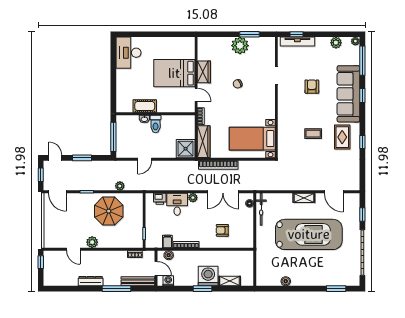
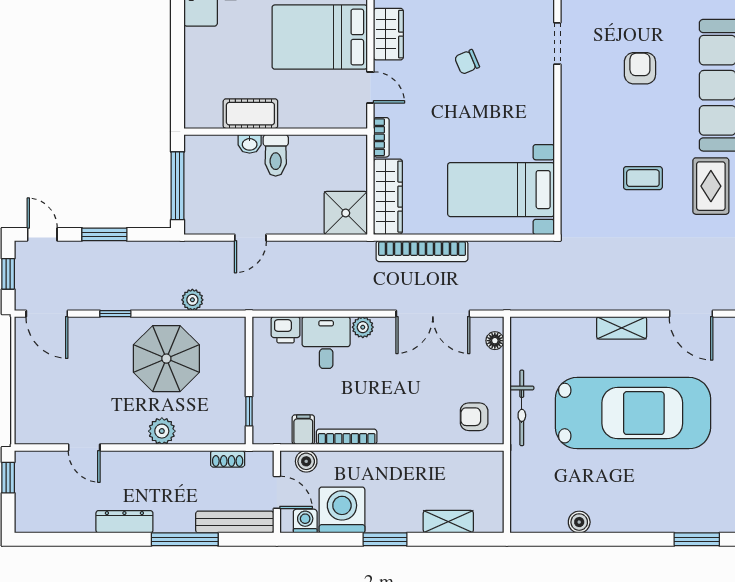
bicycle: (261, 209) -> (522, 408), moved
armchair: (222, 230) -> (474, 417), moved
plant: (92, 242) -> (162, 431), moved
washing machine: (208, 276) -> (342, 510), moved

